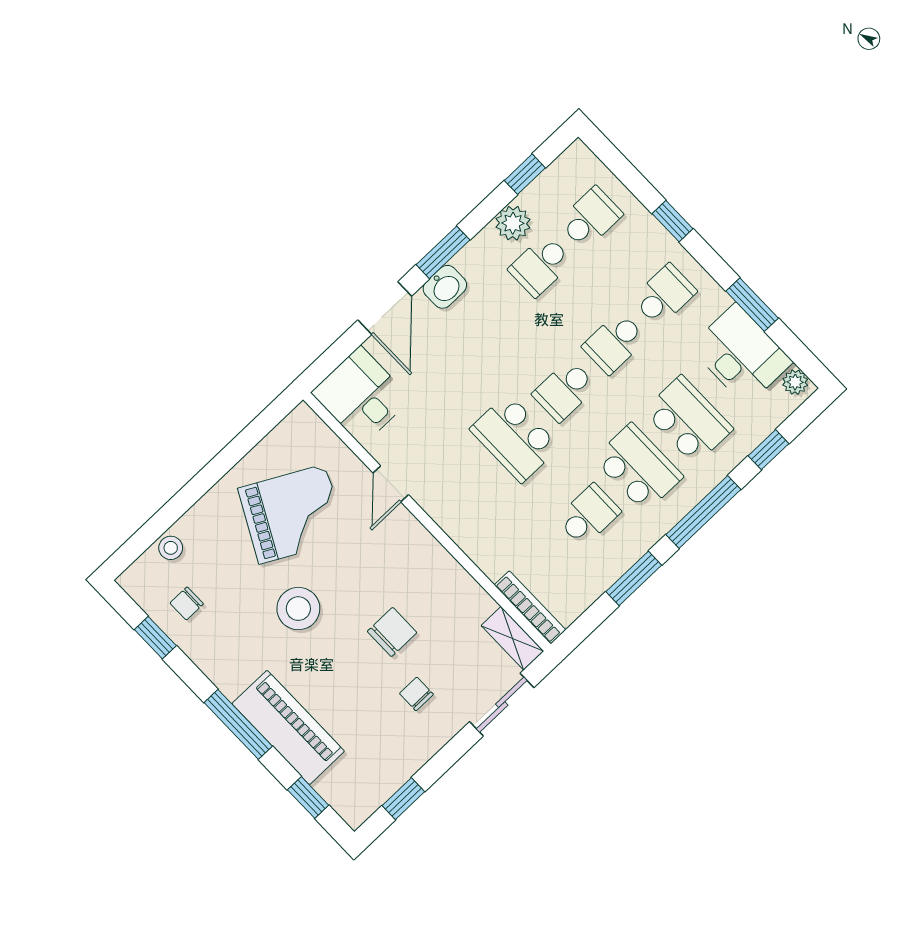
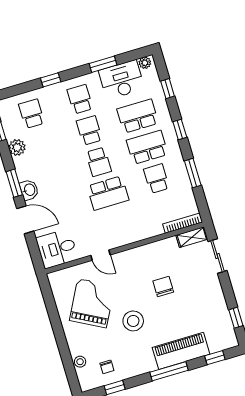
school desk: (541, 266) -> (41, 145), removed
school desk: (614, 343) -> (89, 131), turned 180
window: (703, 512) -> (180, 130), width x0.46
chair: (416, 694) -> (195, 290), removed

